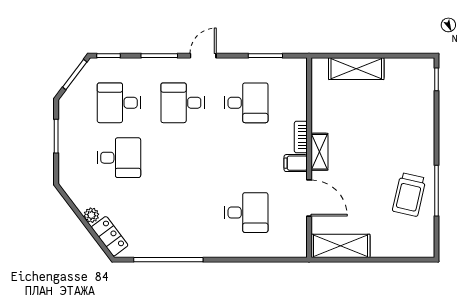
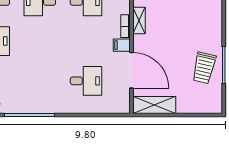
shelving: (319, 152) -> (139, 21), moved
door: (309, 198) -> (131, 70), width x1.36

